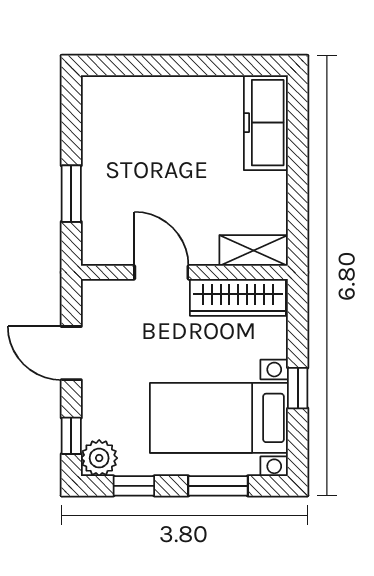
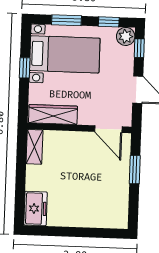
freezer: (266, 123) -> (36, 209), width x0.71
shelving: (254, 250) -> (34, 147), moved, turned 90
door: (161, 272) -> (108, 129), moved

